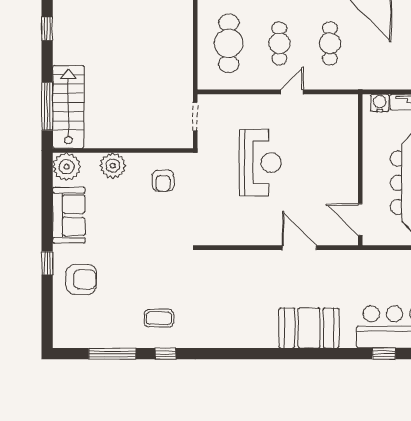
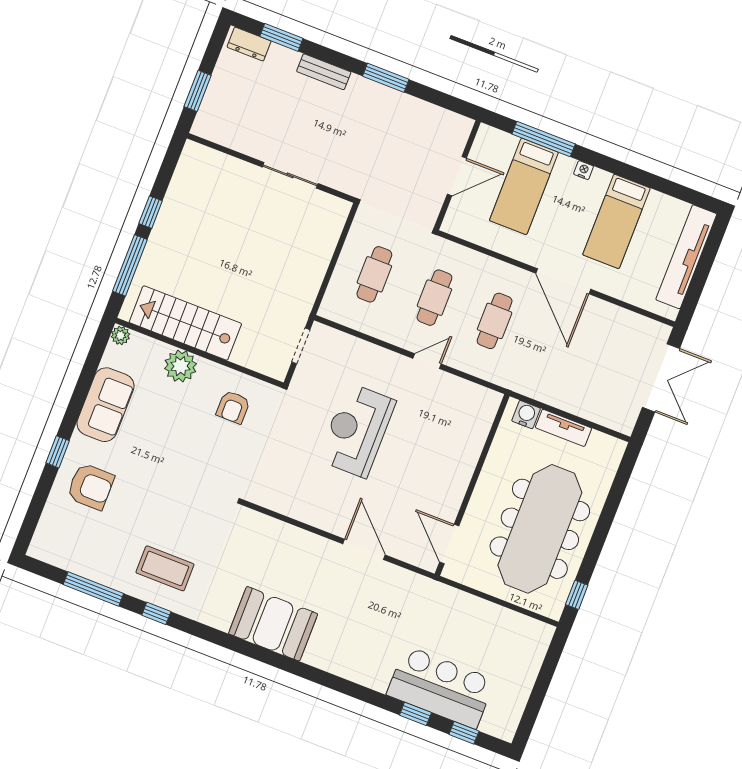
window: (47, 29) -> (151, 212), moved
cafe table: (229, 43) -> (374, 274), width x0.73, depth x0.74
stairs: (68, 107) -> (185, 323), moved, turned -90
reception desk: (260, 163) -> (357, 430), turned 180
plant: (67, 167) -> (120, 335), width x0.53, depth x0.53
coffee table: (159, 318) -> (165, 568), width x1.36, depth x1.30
booth: (309, 328) -> (273, 624), moved

